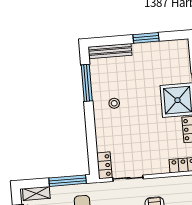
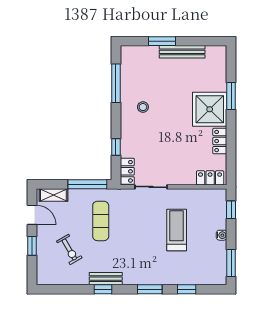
window: (146, 38) -> (162, 41), moved
bench: (110, 51) -> (182, 52), moved
window: (92, 143) -> (116, 147), added

